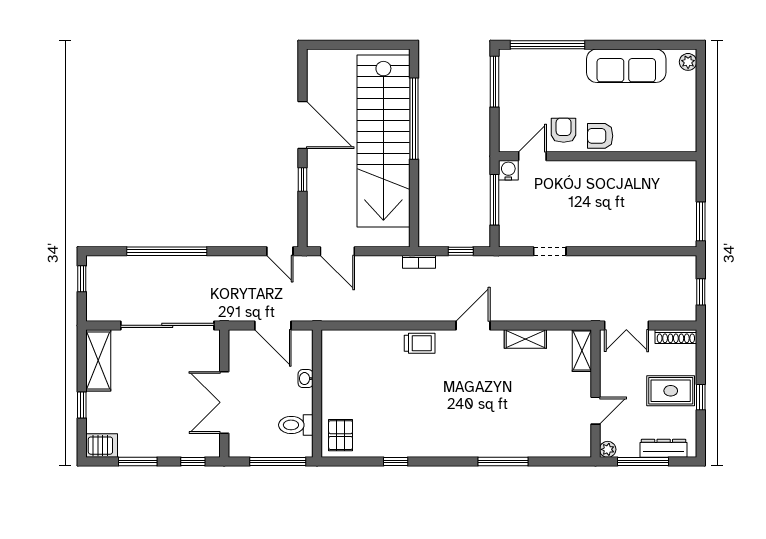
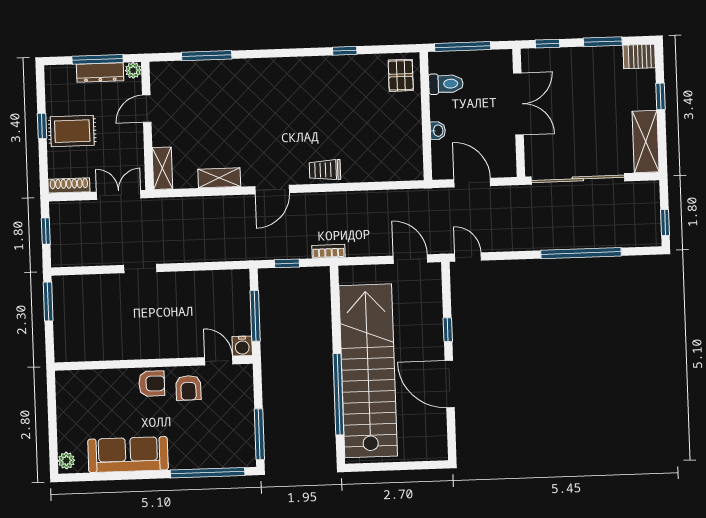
door: (532, 156) -> (219, 361), swing flipped
doorway: (550, 251) -> (140, 269), moved
dresser: (664, 448) -> (100, 73), moved
window: (503, 462) -> (207, 56), moved

